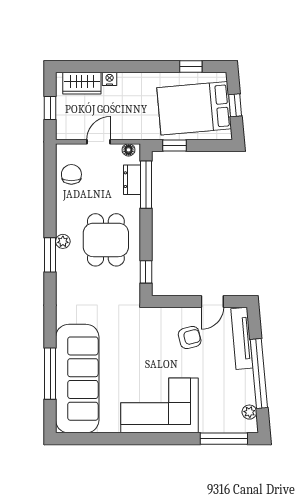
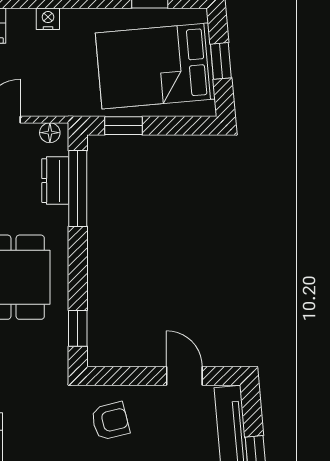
nightstand: (110, 79) -> (48, 19), moved
door: (212, 301) -> (184, 376), swing flipped
armchair: (190, 338) -> (110, 421), moved

